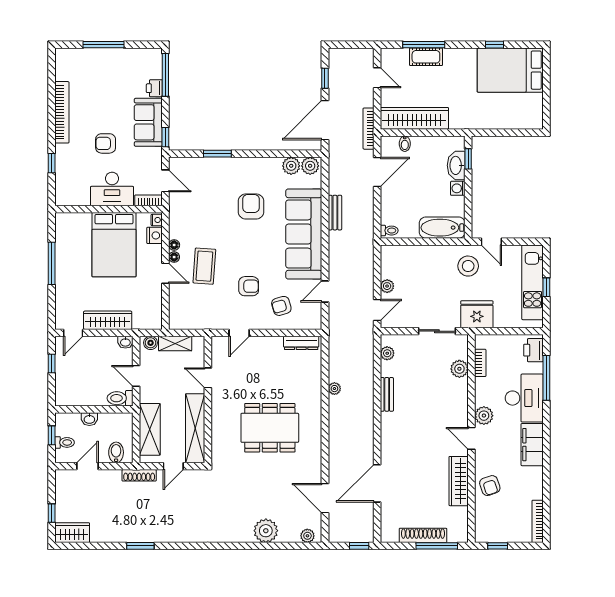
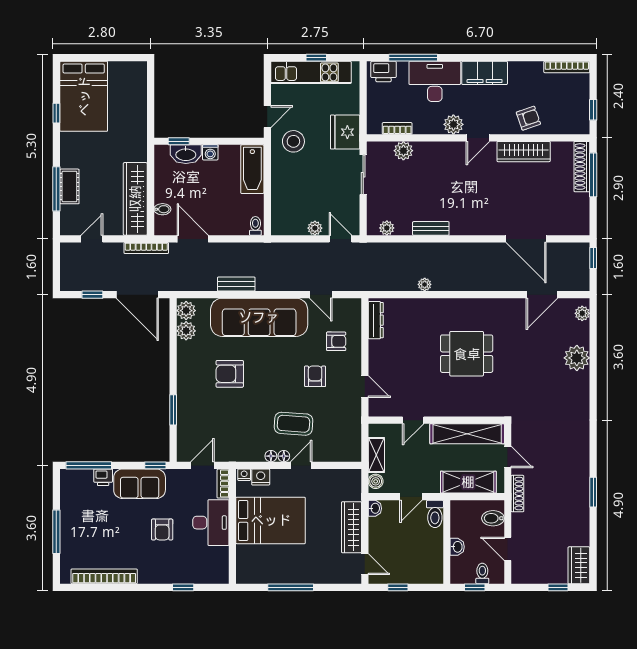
bookcase: (62, 112) -> (104, 576), moved
armchair: (281, 306) -> (336, 341), turned -74
dining table: (270, 428) -> (467, 354), width x0.73
shoe rack: (423, 535) -> (582, 167), moved

